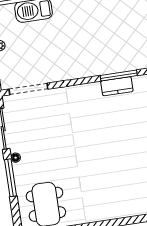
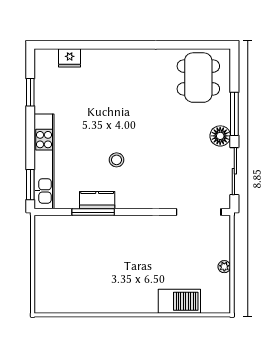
stool: (105, 123) -> (117, 160), added
floor lamp: (16, 158) -> (220, 136), width x1.89, depth x1.89

